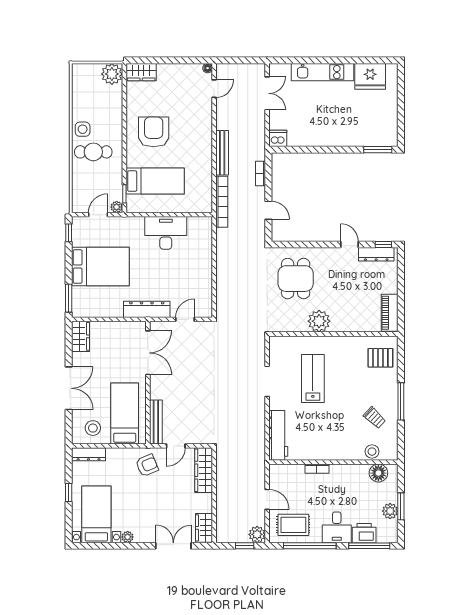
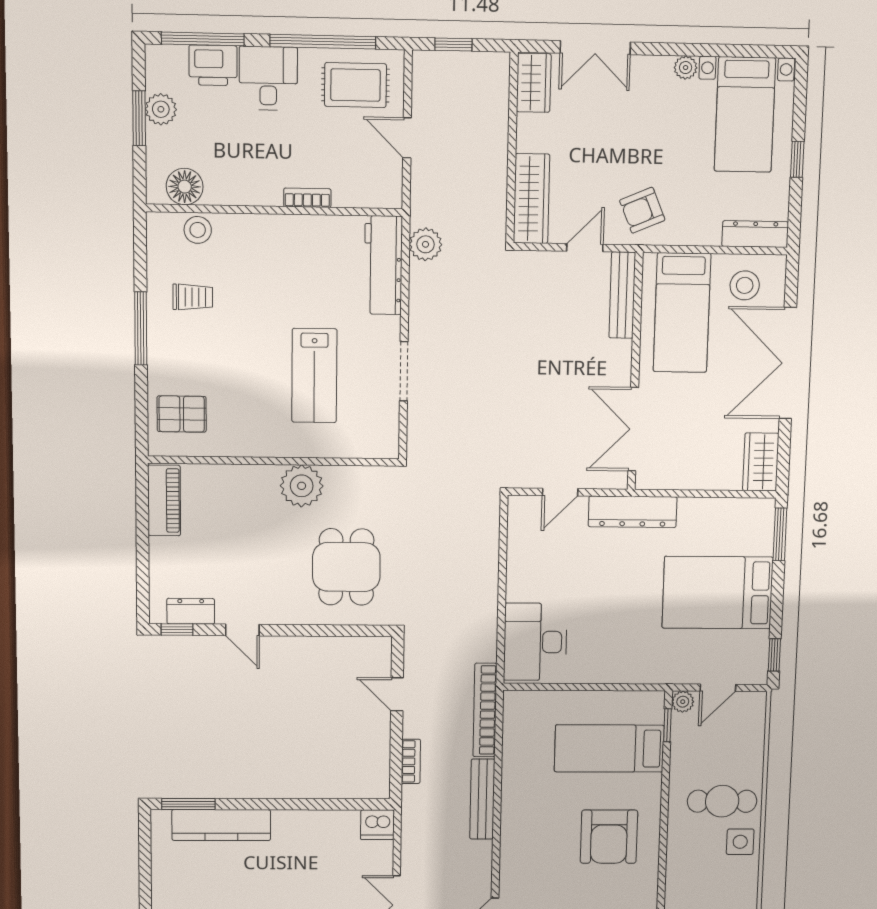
kitchen counter: (361, 138) -> (221, 825), added
desk: (166, 233) -> (535, 642), moved, turned 90
dresser: (376, 254) -> (191, 611), width x0.70
double door: (69, 388) -> (788, 363), width x1.36
trolley: (375, 418) -> (193, 297), turned 137
plant: (257, 534) -> (426, 244), moved

